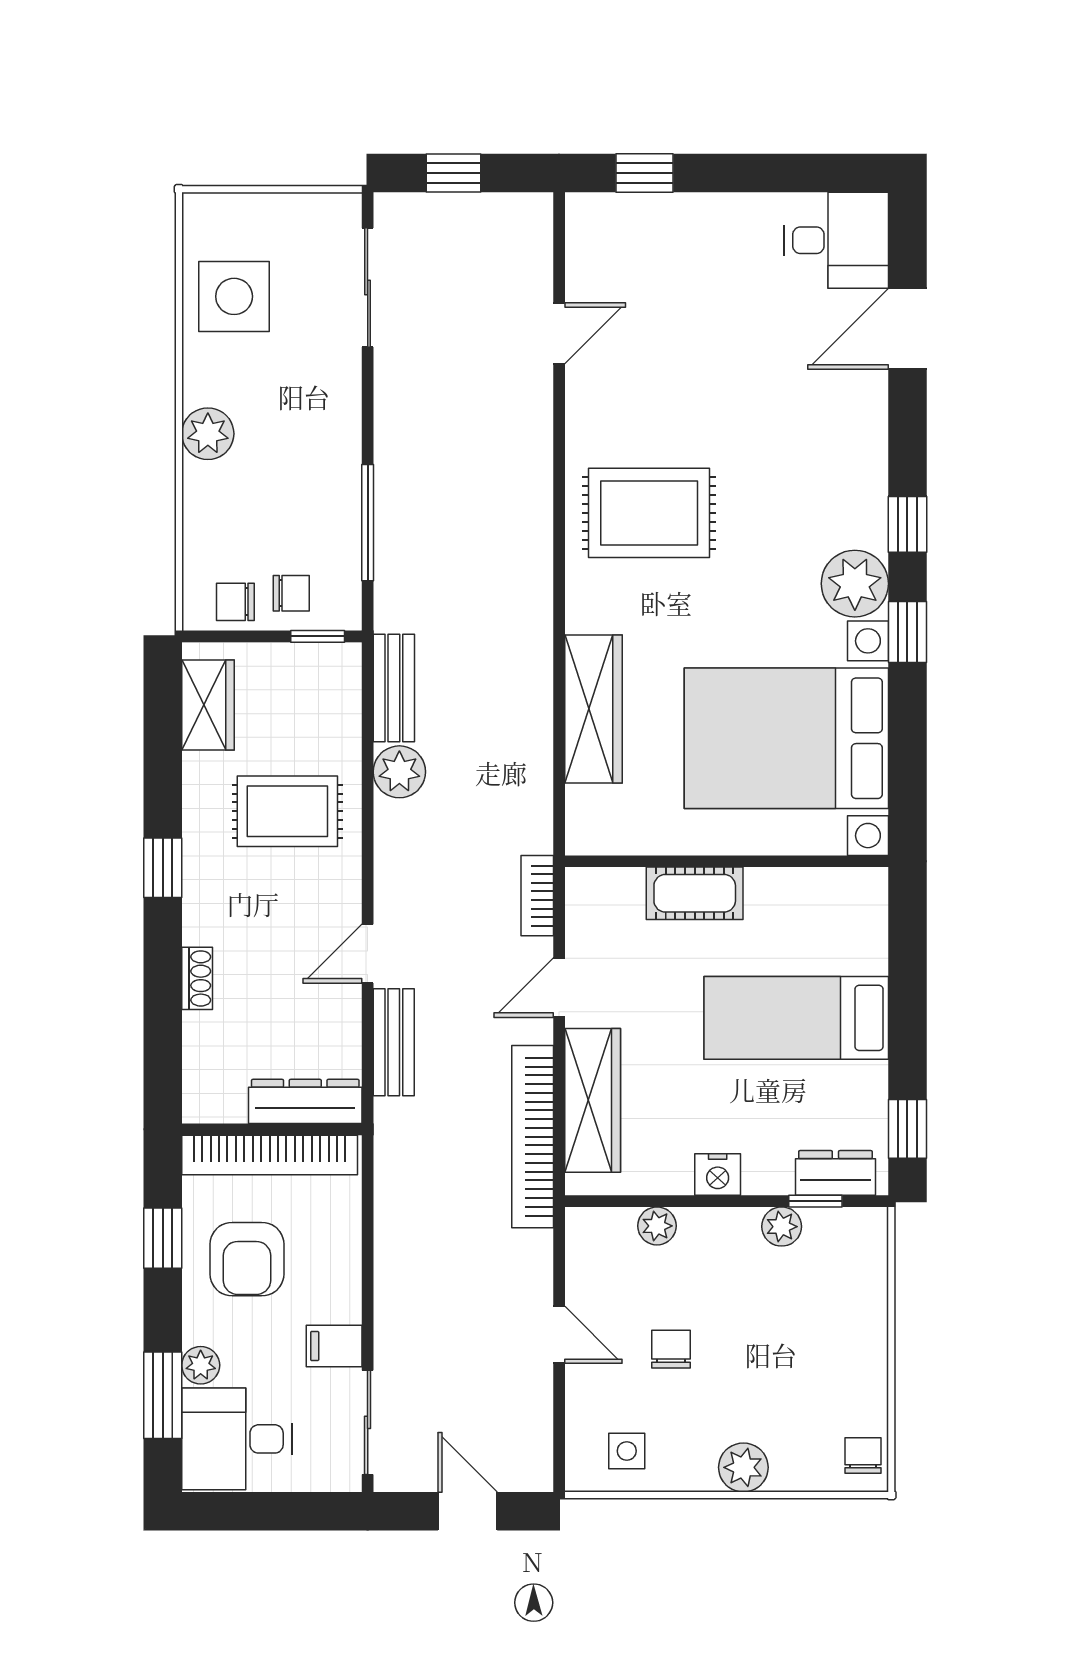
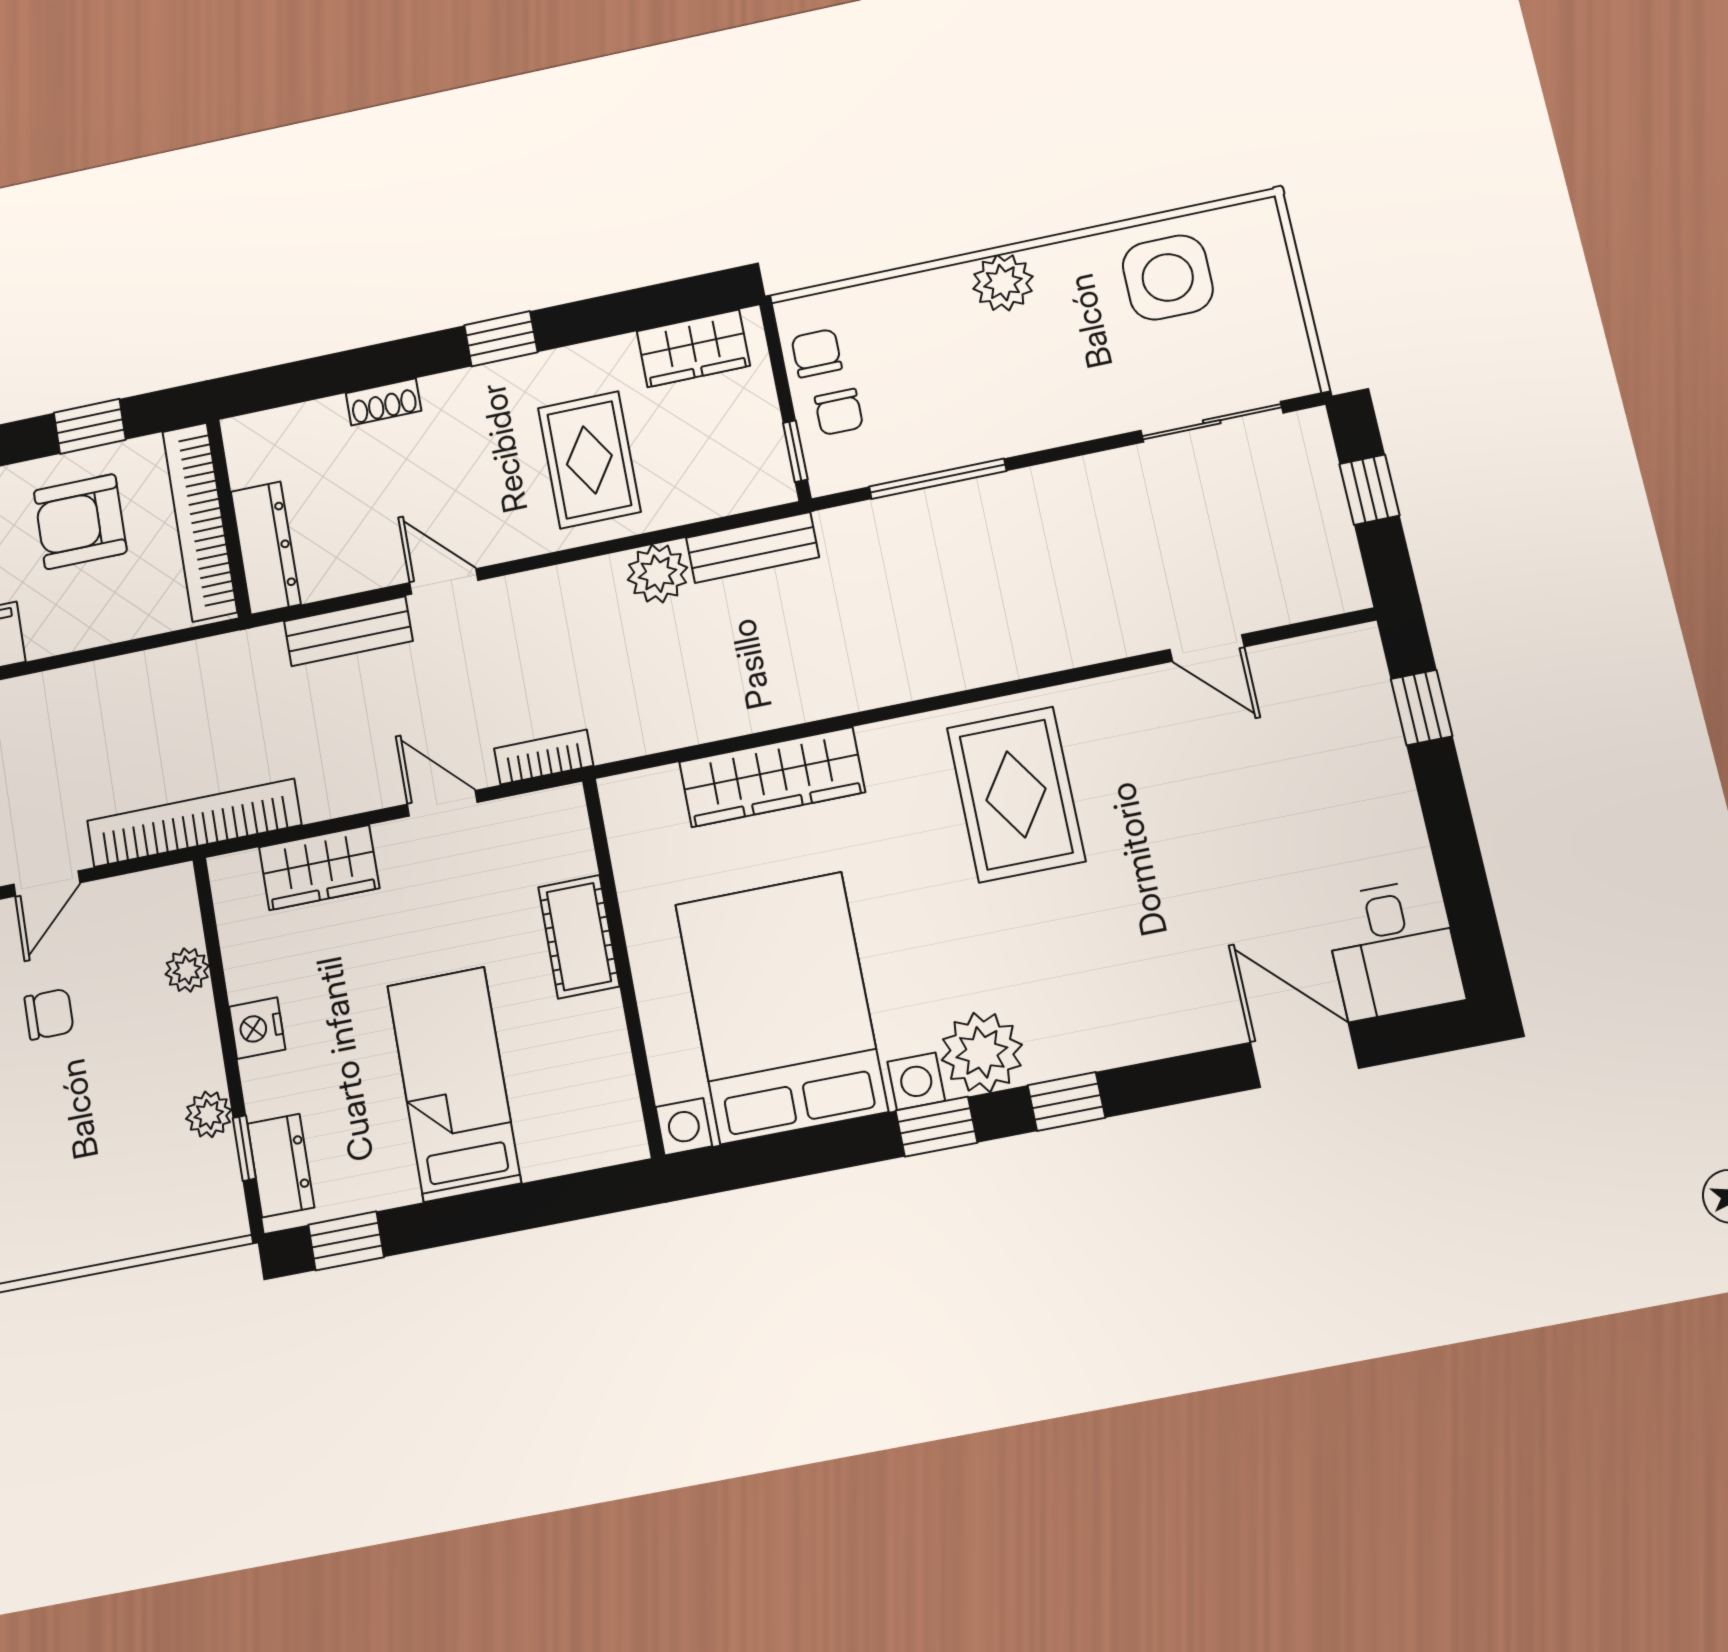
wardrobe: (593, 1100) -> (319, 868), width x0.67
bookcase: (533, 1137) -> (194, 823), moved

